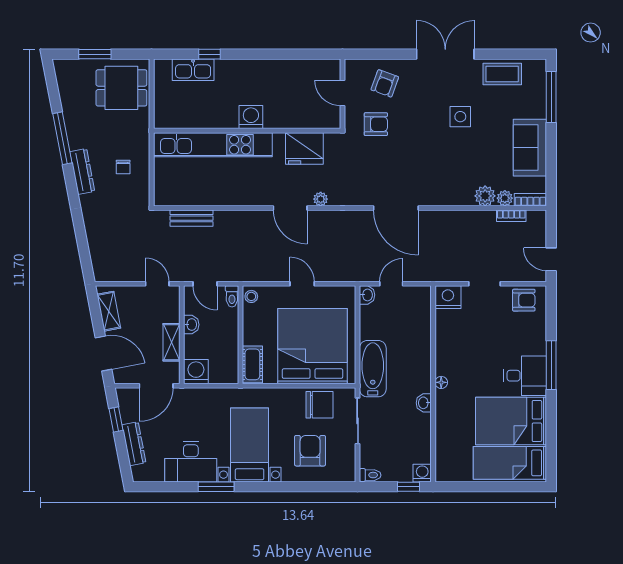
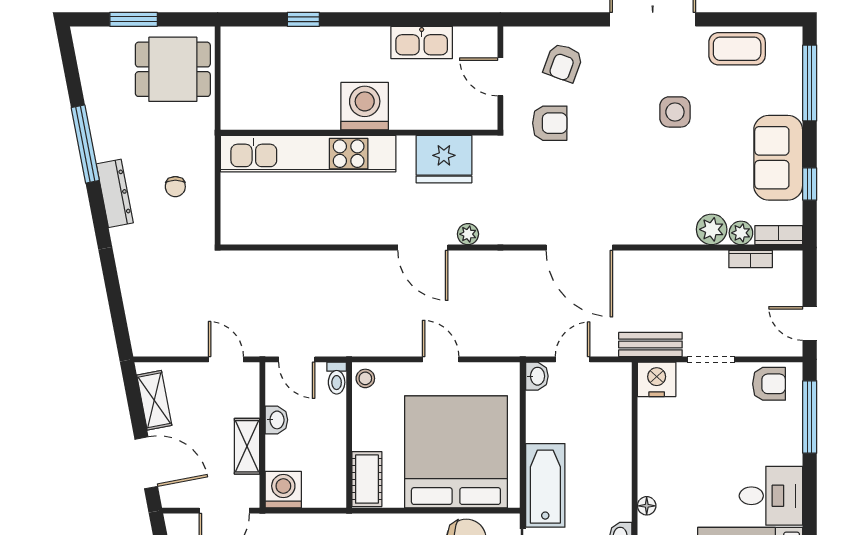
kitchen sink: (193, 70) -> (422, 43), moved
washing machine: (251, 117) -> (365, 106), width x1.37, depth x1.37
window: (551, 165) -> (810, 184), added
bench: (191, 218) -> (650, 345), moved
window: (551, 365) -> (810, 417), moved

